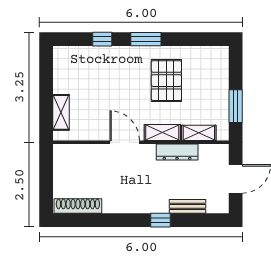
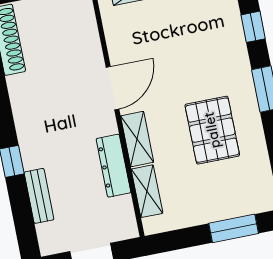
pallet: (166, 81) -> (212, 130), turned 90
window: (236, 106) -> (234, 228), moved

